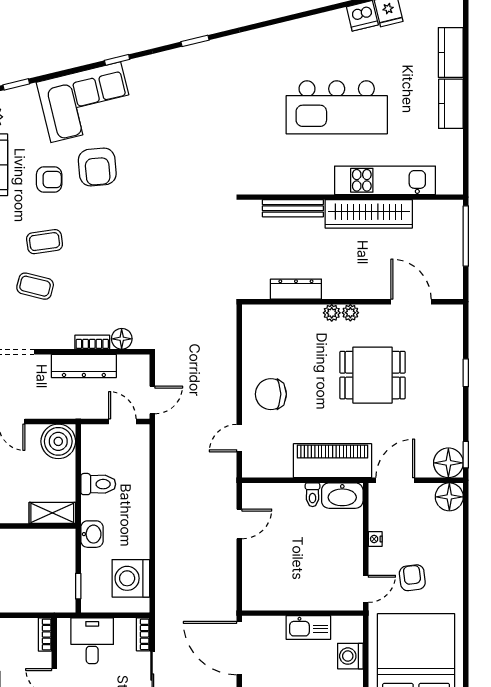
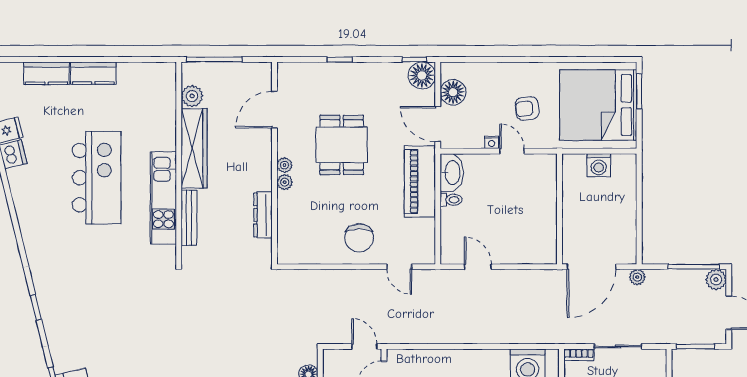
kitchen unit: (385, 180) -> (163, 198), moved
plant: (426, 212) -> (192, 96), added
floor lamp: (449, 497) -> (453, 92), moved
door: (366, 589) -> (512, 151), moved
kitchen sink: (308, 628) -> (573, 204), removed

